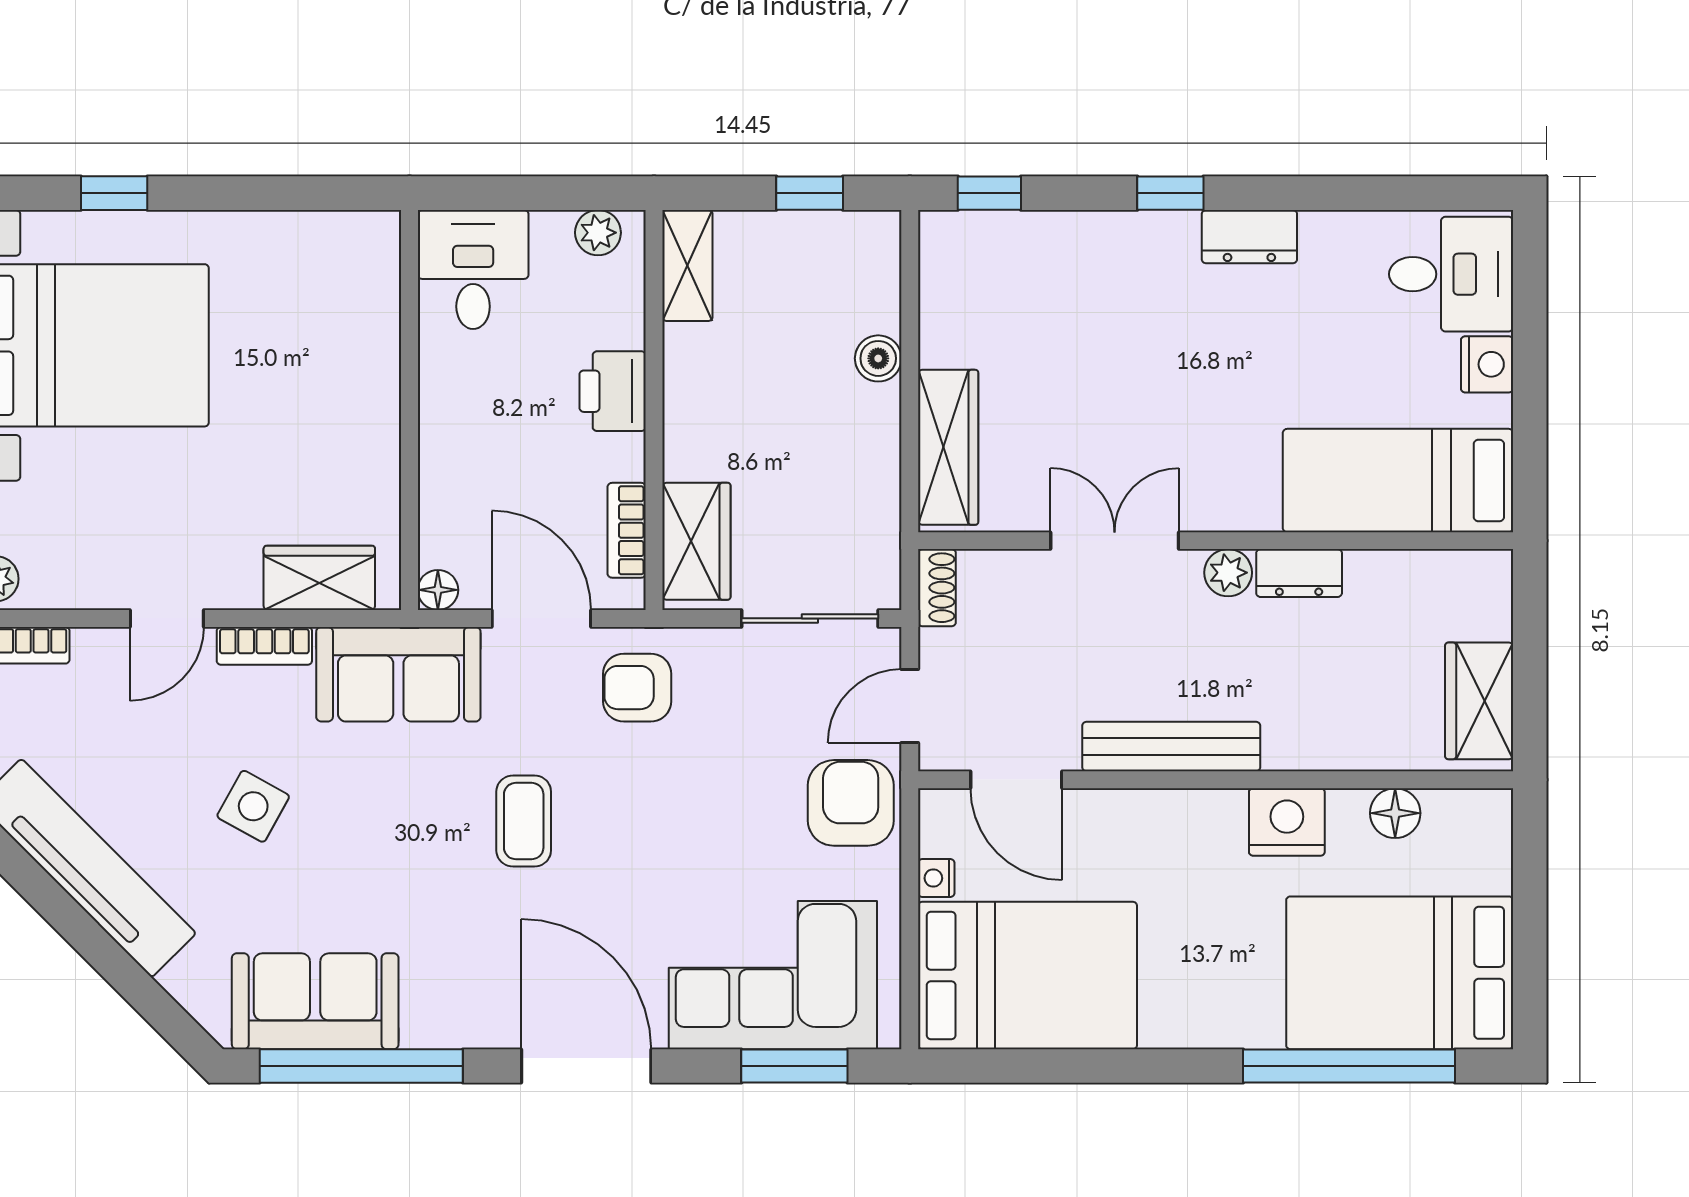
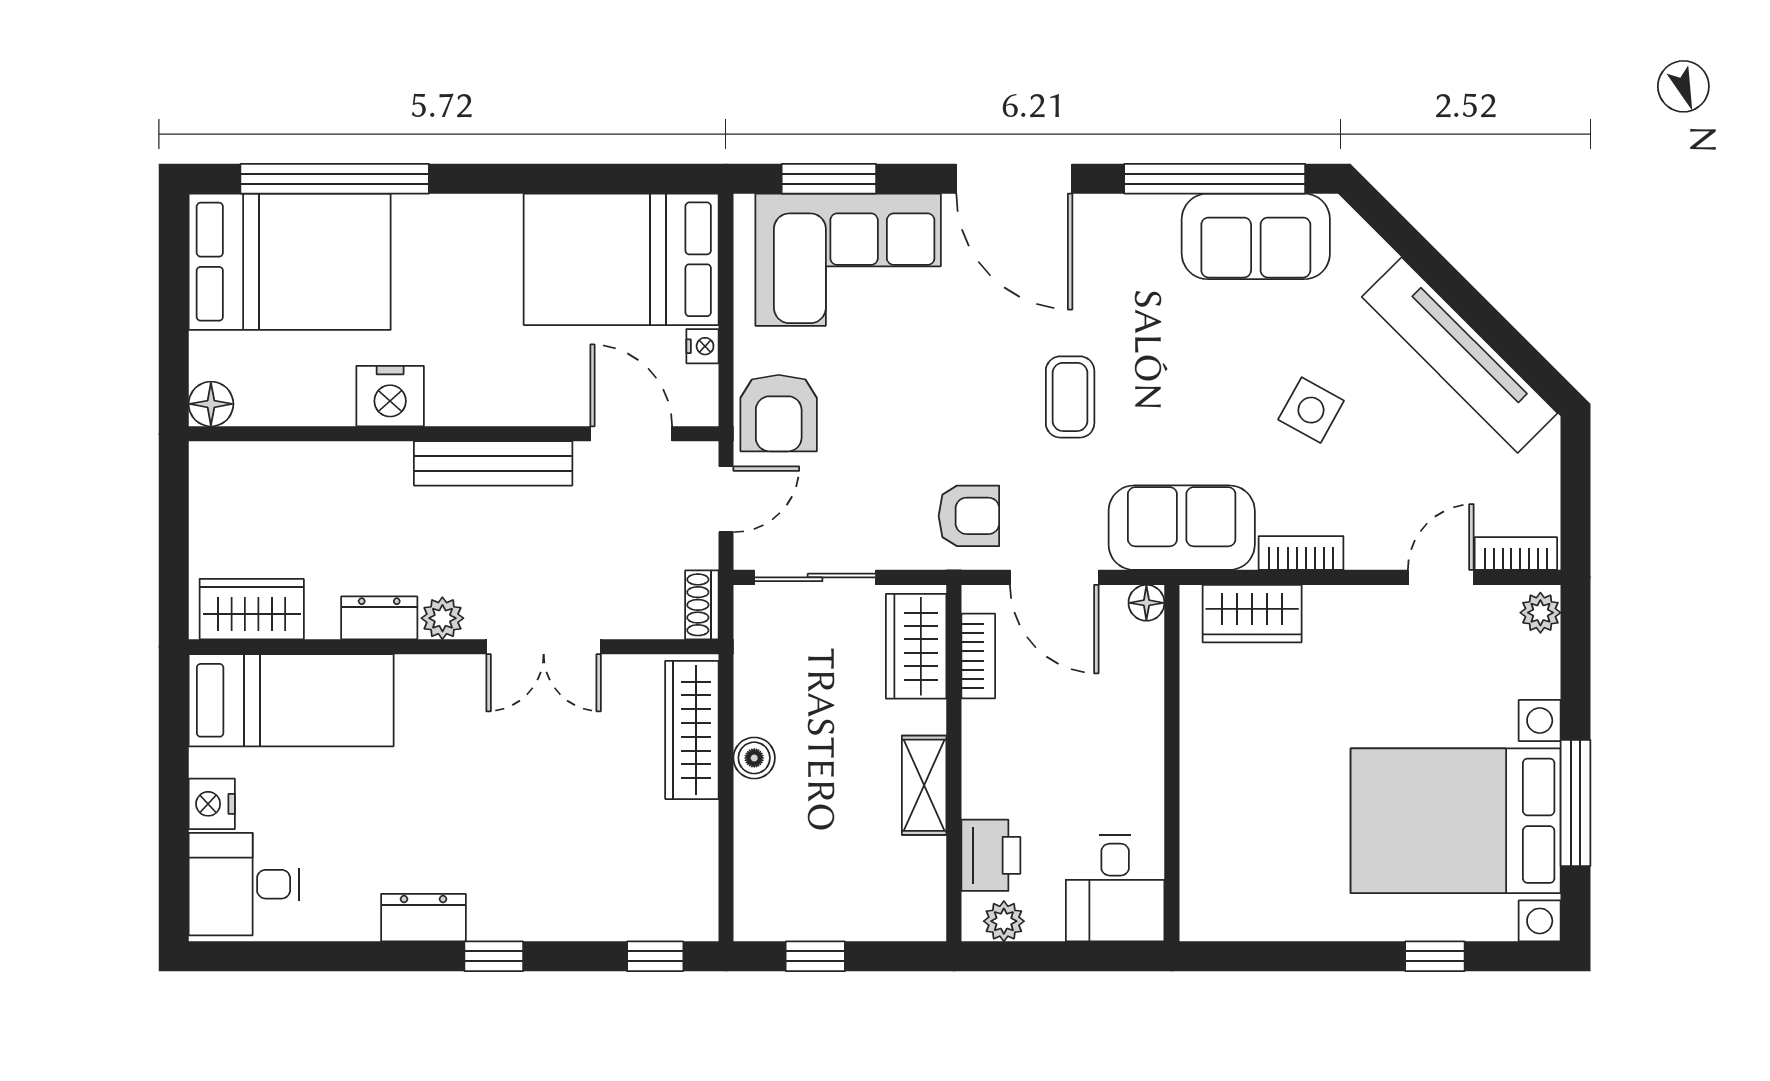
shelving: (687, 265) -> (924, 785), moved
boiler: (878, 358) -> (754, 758), moved
printer: (613, 391) -> (991, 855), moved
door: (167, 618) -> (1441, 577), moved
wardrobe: (1479, 701) -> (252, 609), moved, turned -90
floor lamp: (1395, 813) -> (211, 404), moved

